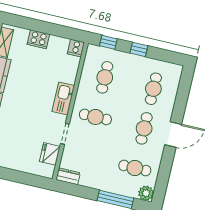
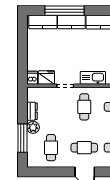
dishwasher: (46, 171) -> (32, 78), added
dresser: (68, 176) -> (32, 111), moved
plant: (146, 193) -> (33, 127), moved

